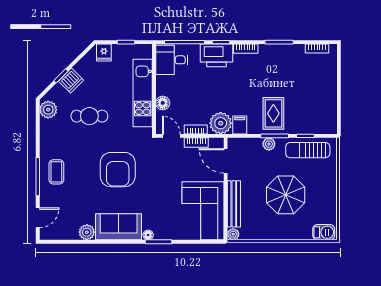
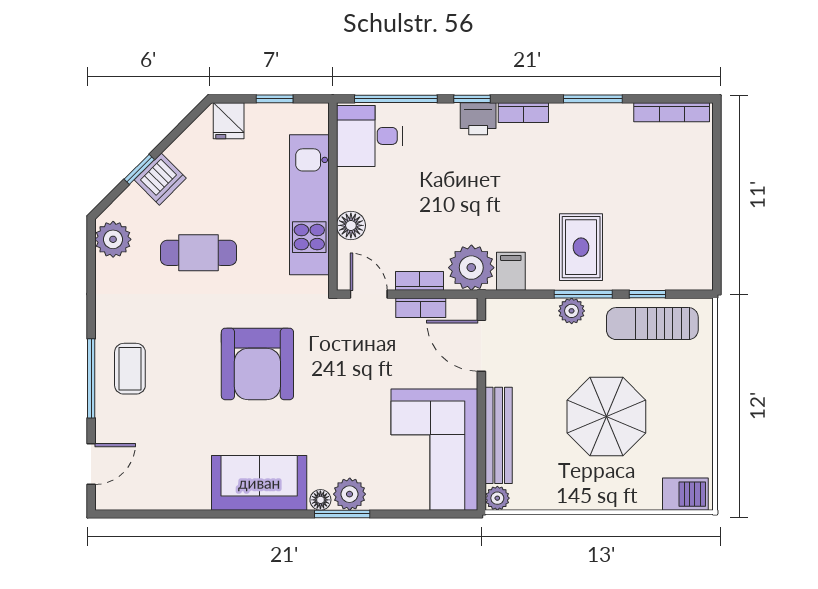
bookcase: (317, 48) -> (672, 112), width x1.56
printer: (216, 55) -> (478, 119), width x0.53, depth x0.68
plant: (87, 232) -> (350, 494), moved

